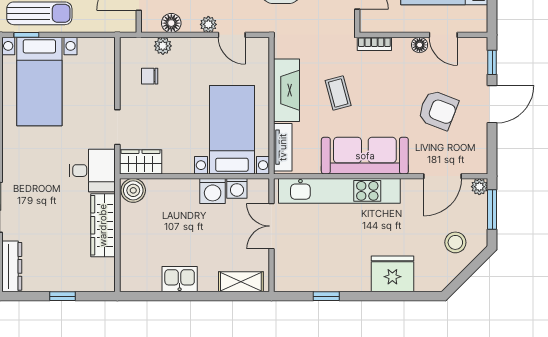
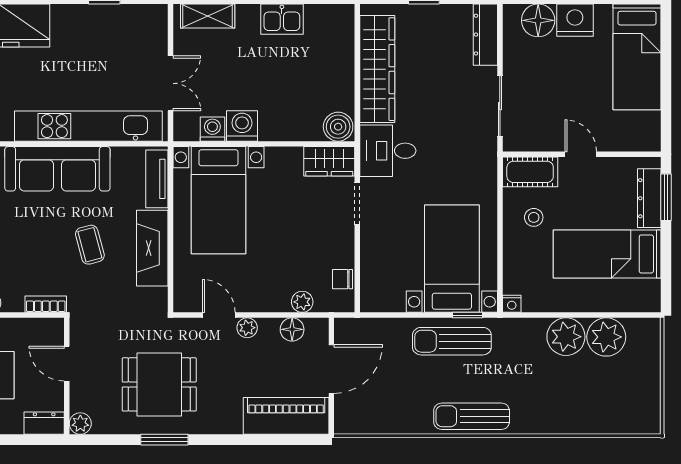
chair: (150, 76) -> (342, 279), moved, turned 180
wardrobe: (103, 225) -> (377, 69), width x1.40, depth x1.17

